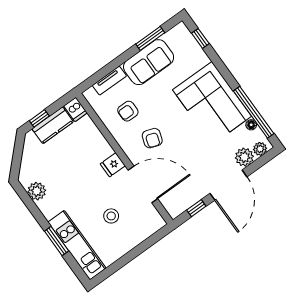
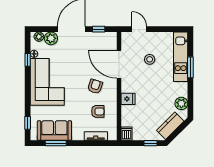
sofa: (149, 62) -> (54, 131), moved
window: (254, 112) -> (28, 60), width x0.32
kitchen counter: (53, 125) -> (170, 126), moved, turned -45
fridge: (113, 165) -> (128, 99), moved
door: (149, 242) -> (139, 29), added

